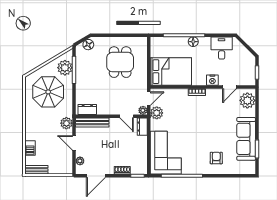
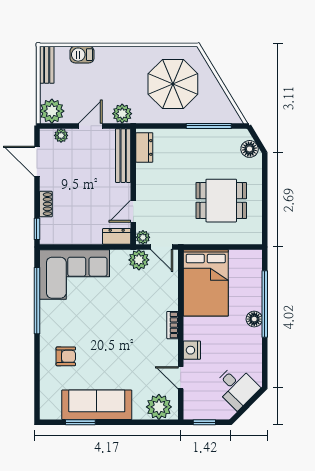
desk: (222, 48) -> (236, 387), moved, turned 45
plant: (65, 68) -> (52, 111), moved

